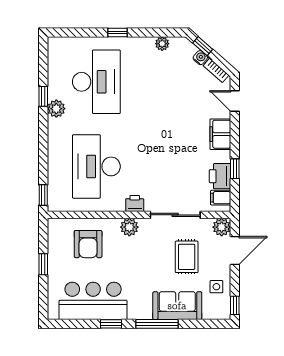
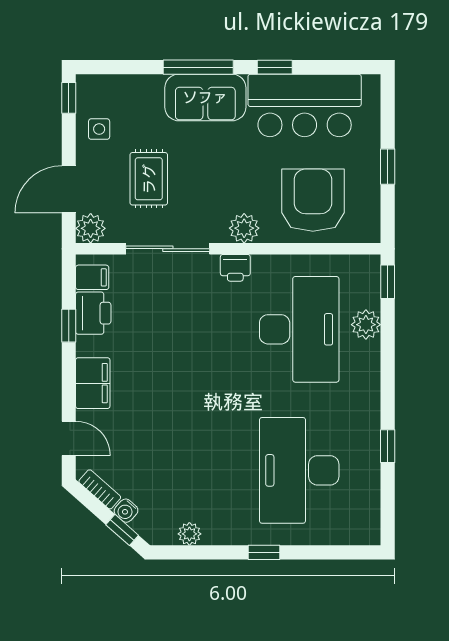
plant: (56, 109) -> (366, 325), moved
armchair: (88, 244) -> (313, 200), width x1.36, depth x1.36
sofa: (177, 306) -> (205, 97), moved

